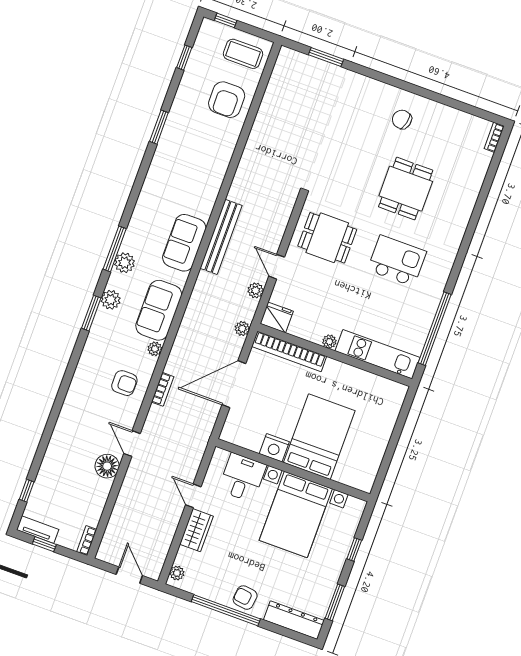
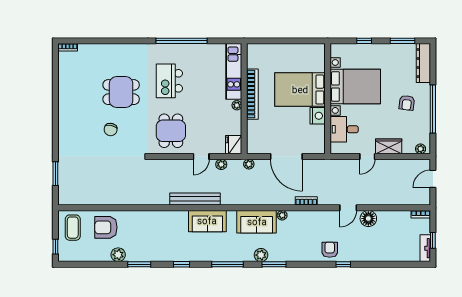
window: (184, 58) -> (181, 264), moved
armchair: (227, 100) -> (106, 227), turned 180
chair: (402, 119) -> (111, 130), moved
plant: (125, 263) -> (118, 255), moved
window: (435, 329) -> (182, 41), moved
bookcase: (289, 351) -> (252, 94), moved
armchair: (124, 383) -> (330, 250), moved
window: (27, 491) -> (343, 264), moved
armchair: (245, 598) -> (407, 103), moved

